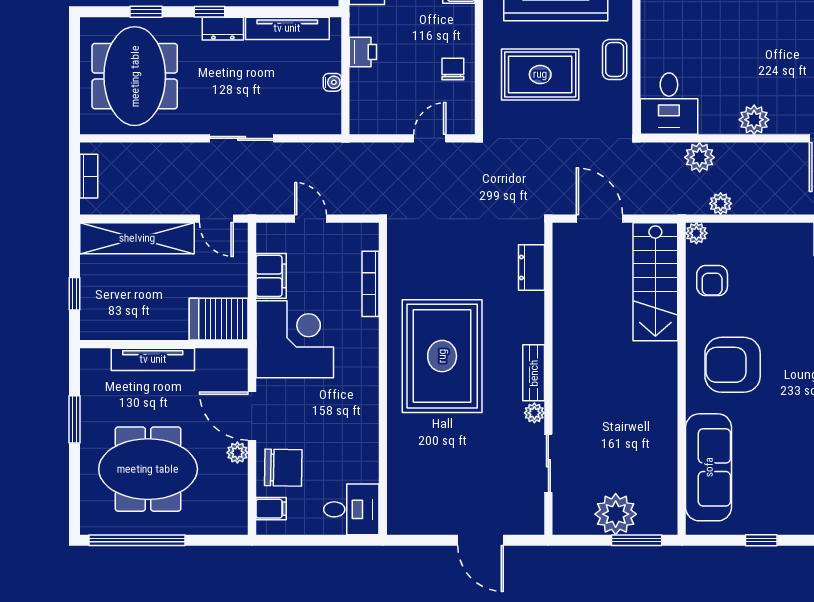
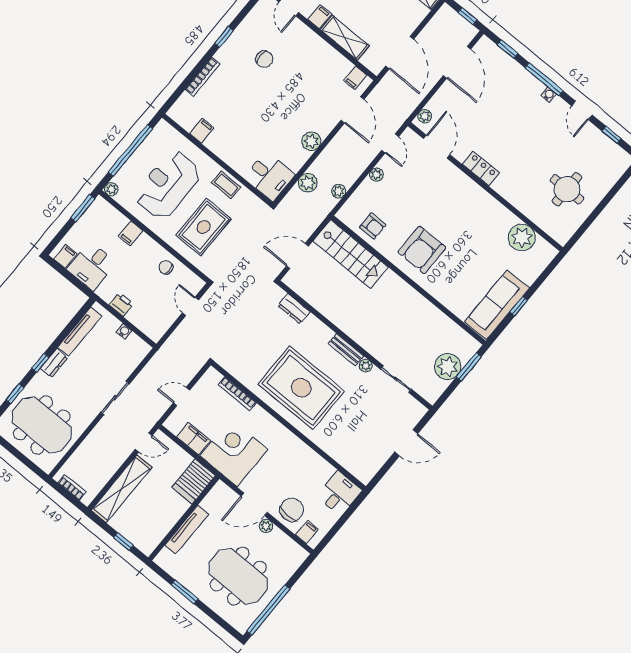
plant: (696, 233) -> (376, 175), moved
sofa: (709, 467) -> (497, 305), moved, turned -90
meeting table: (148, 469) -> (238, 576), turned 90

